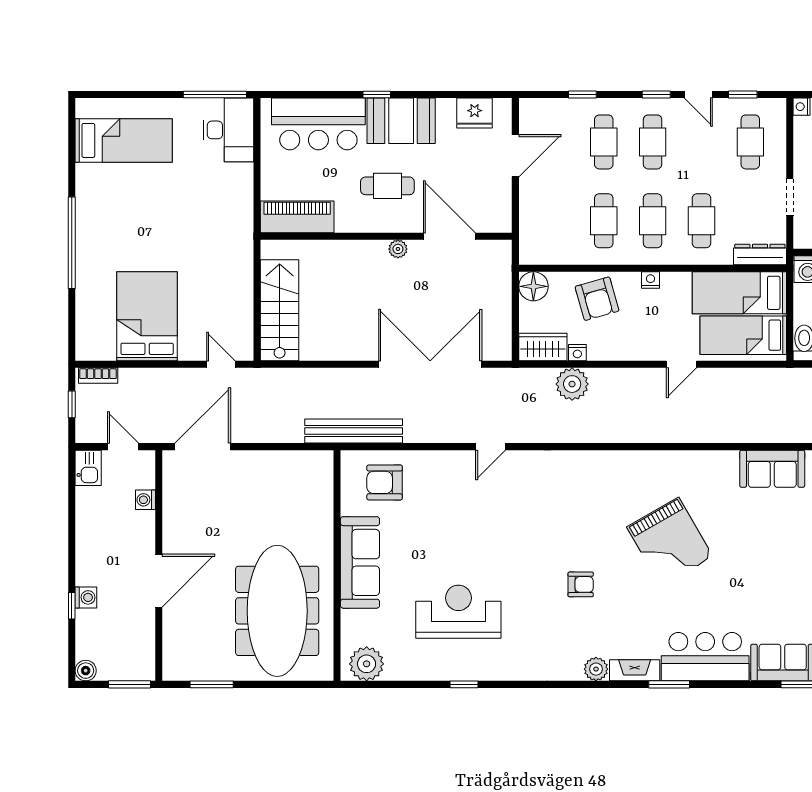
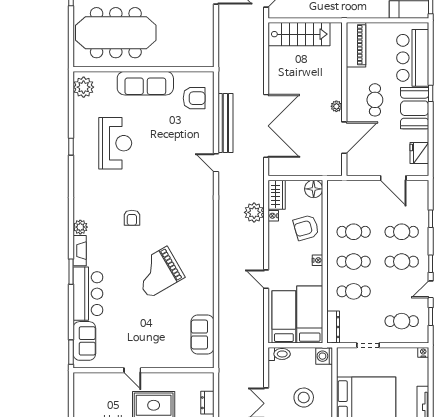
bench: (354, 431) -> (225, 123), moved
armchair: (385, 482) -> (194, 98), turned 90

